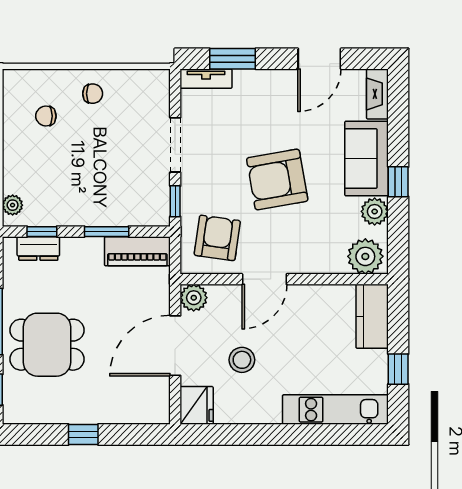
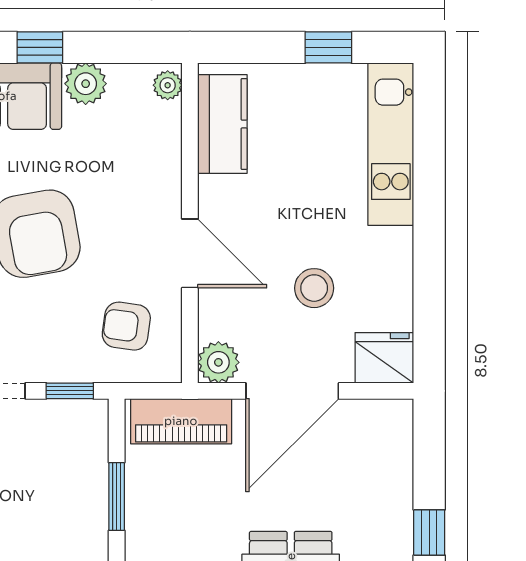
armchair: (217, 238) -> (126, 326), width x0.72, depth x0.72
piano: (137, 251) -> (181, 421), moved, turned 90
plant: (365, 256) -> (168, 85), width x0.53, depth x0.53
kitchen counter: (372, 316) -> (222, 124), moved, turned -90
door: (175, 346) -> (292, 391), hinge flipped

